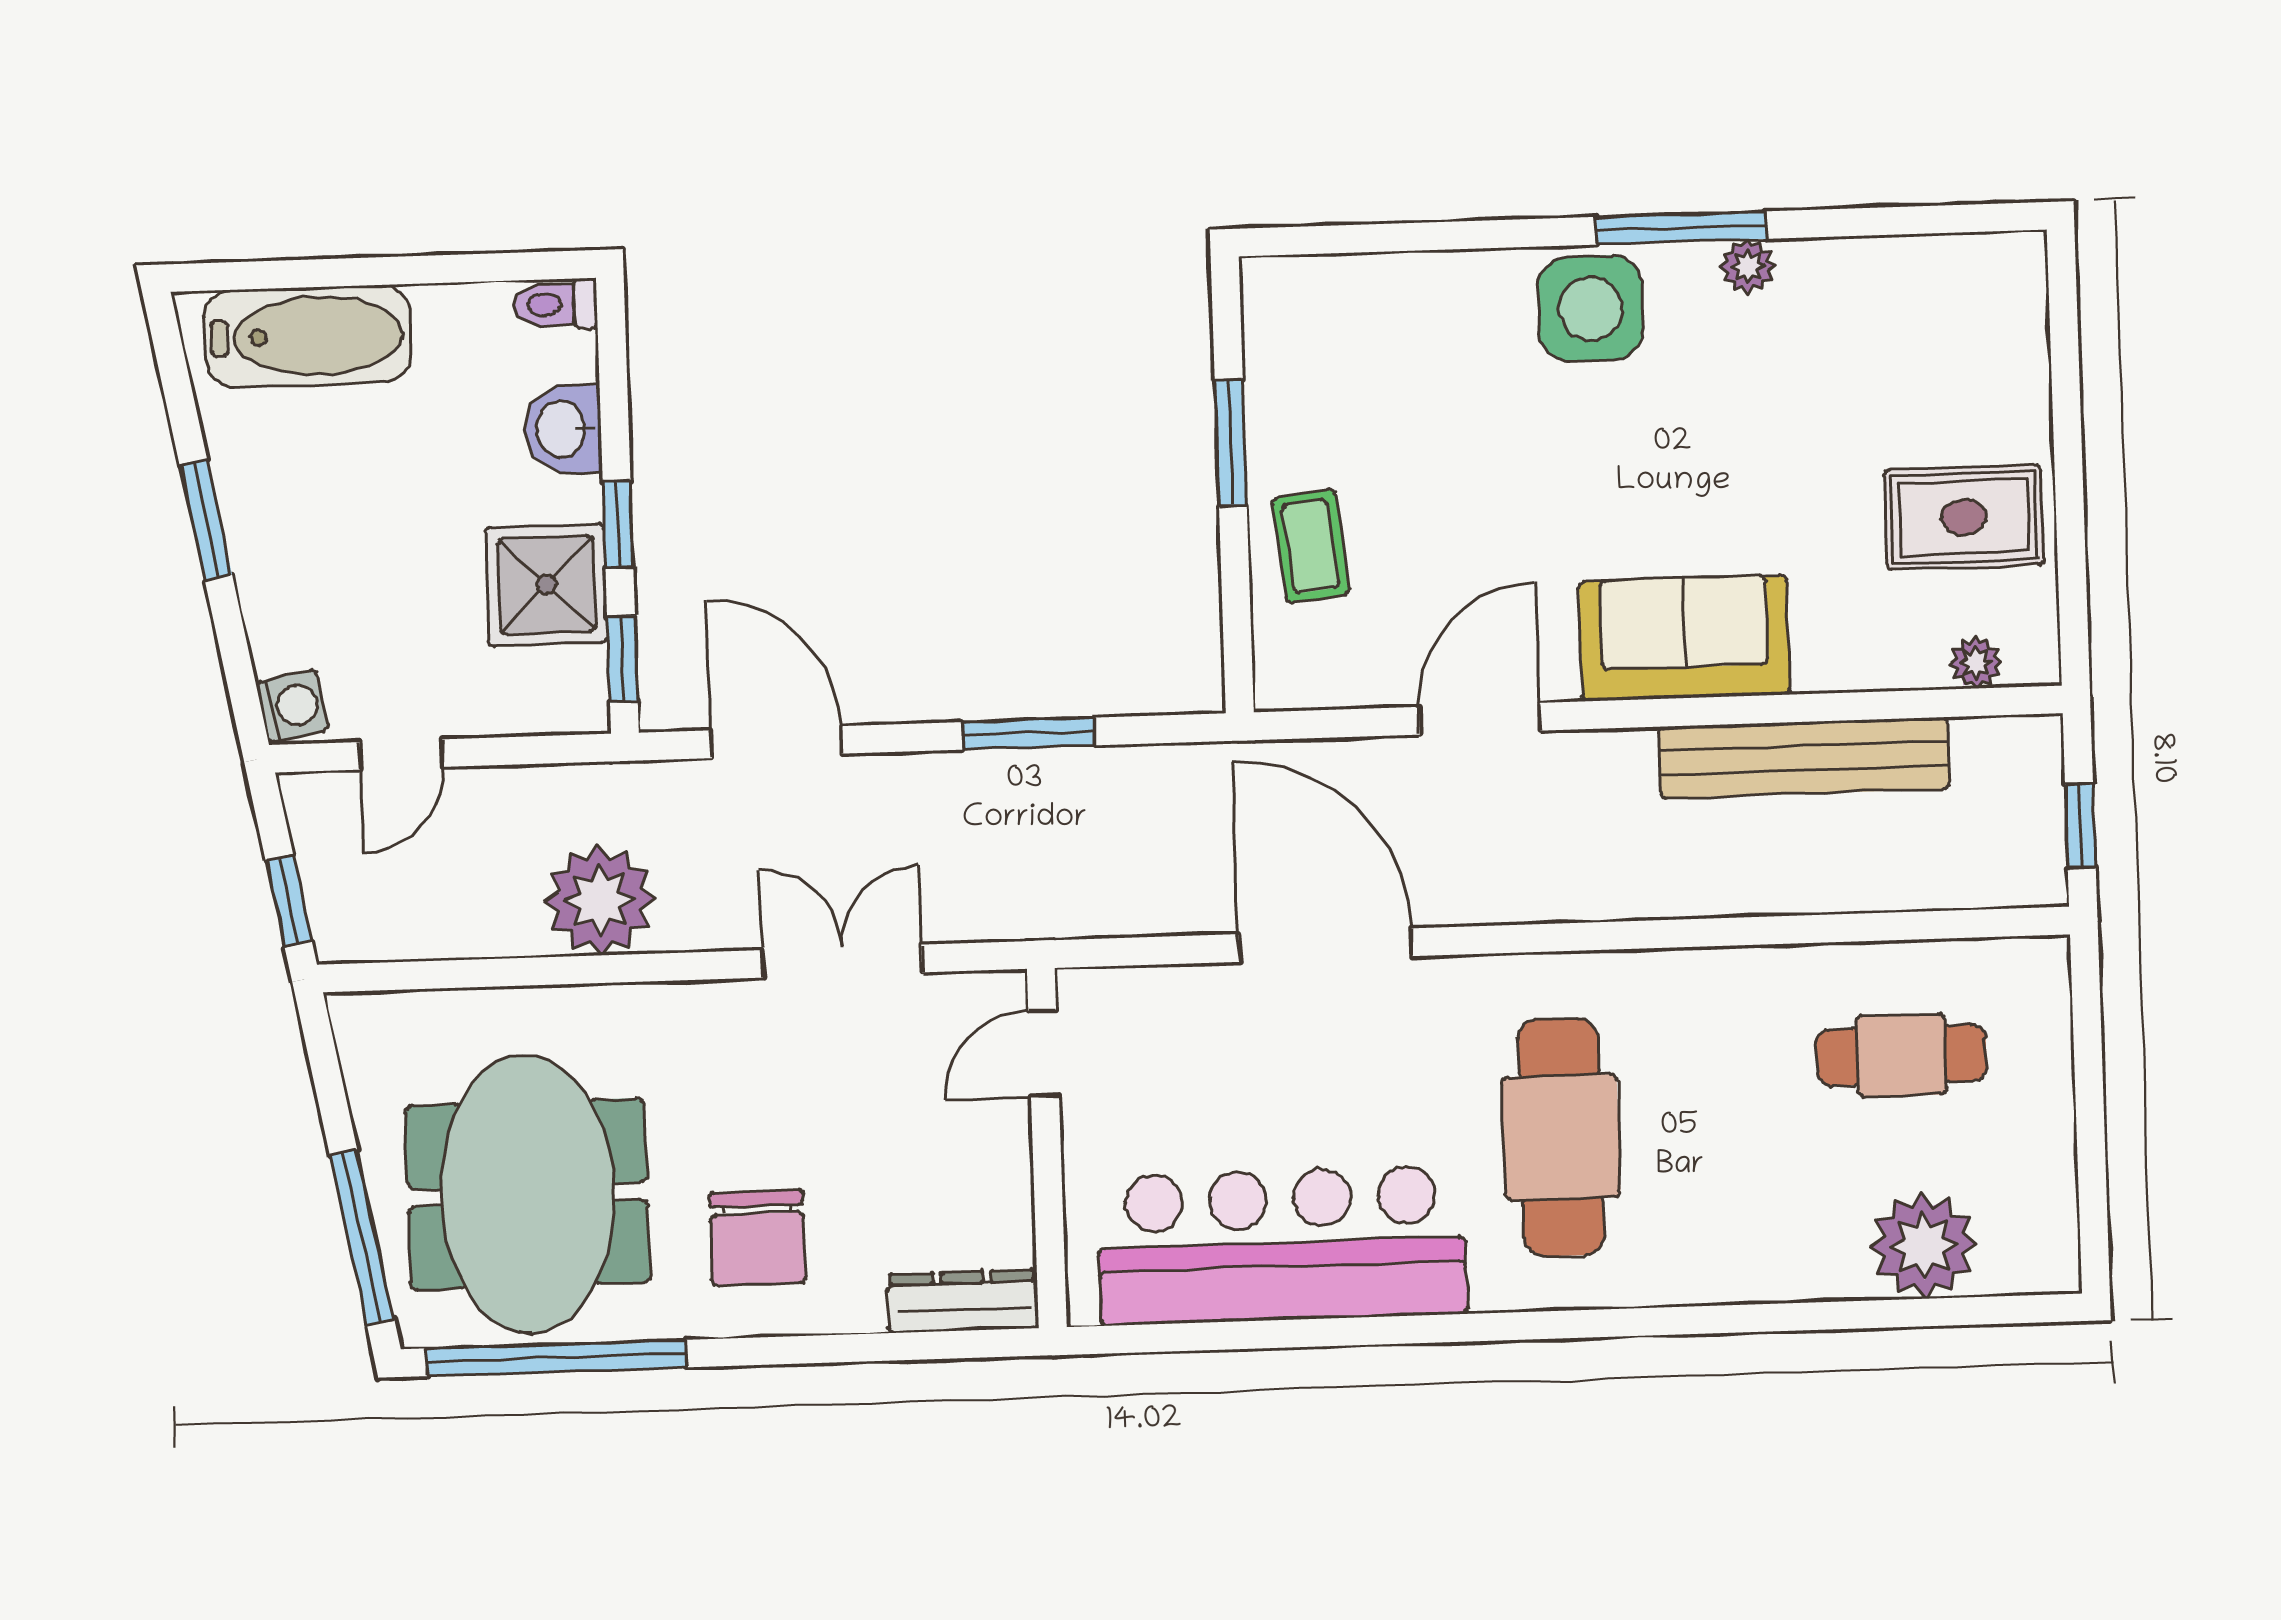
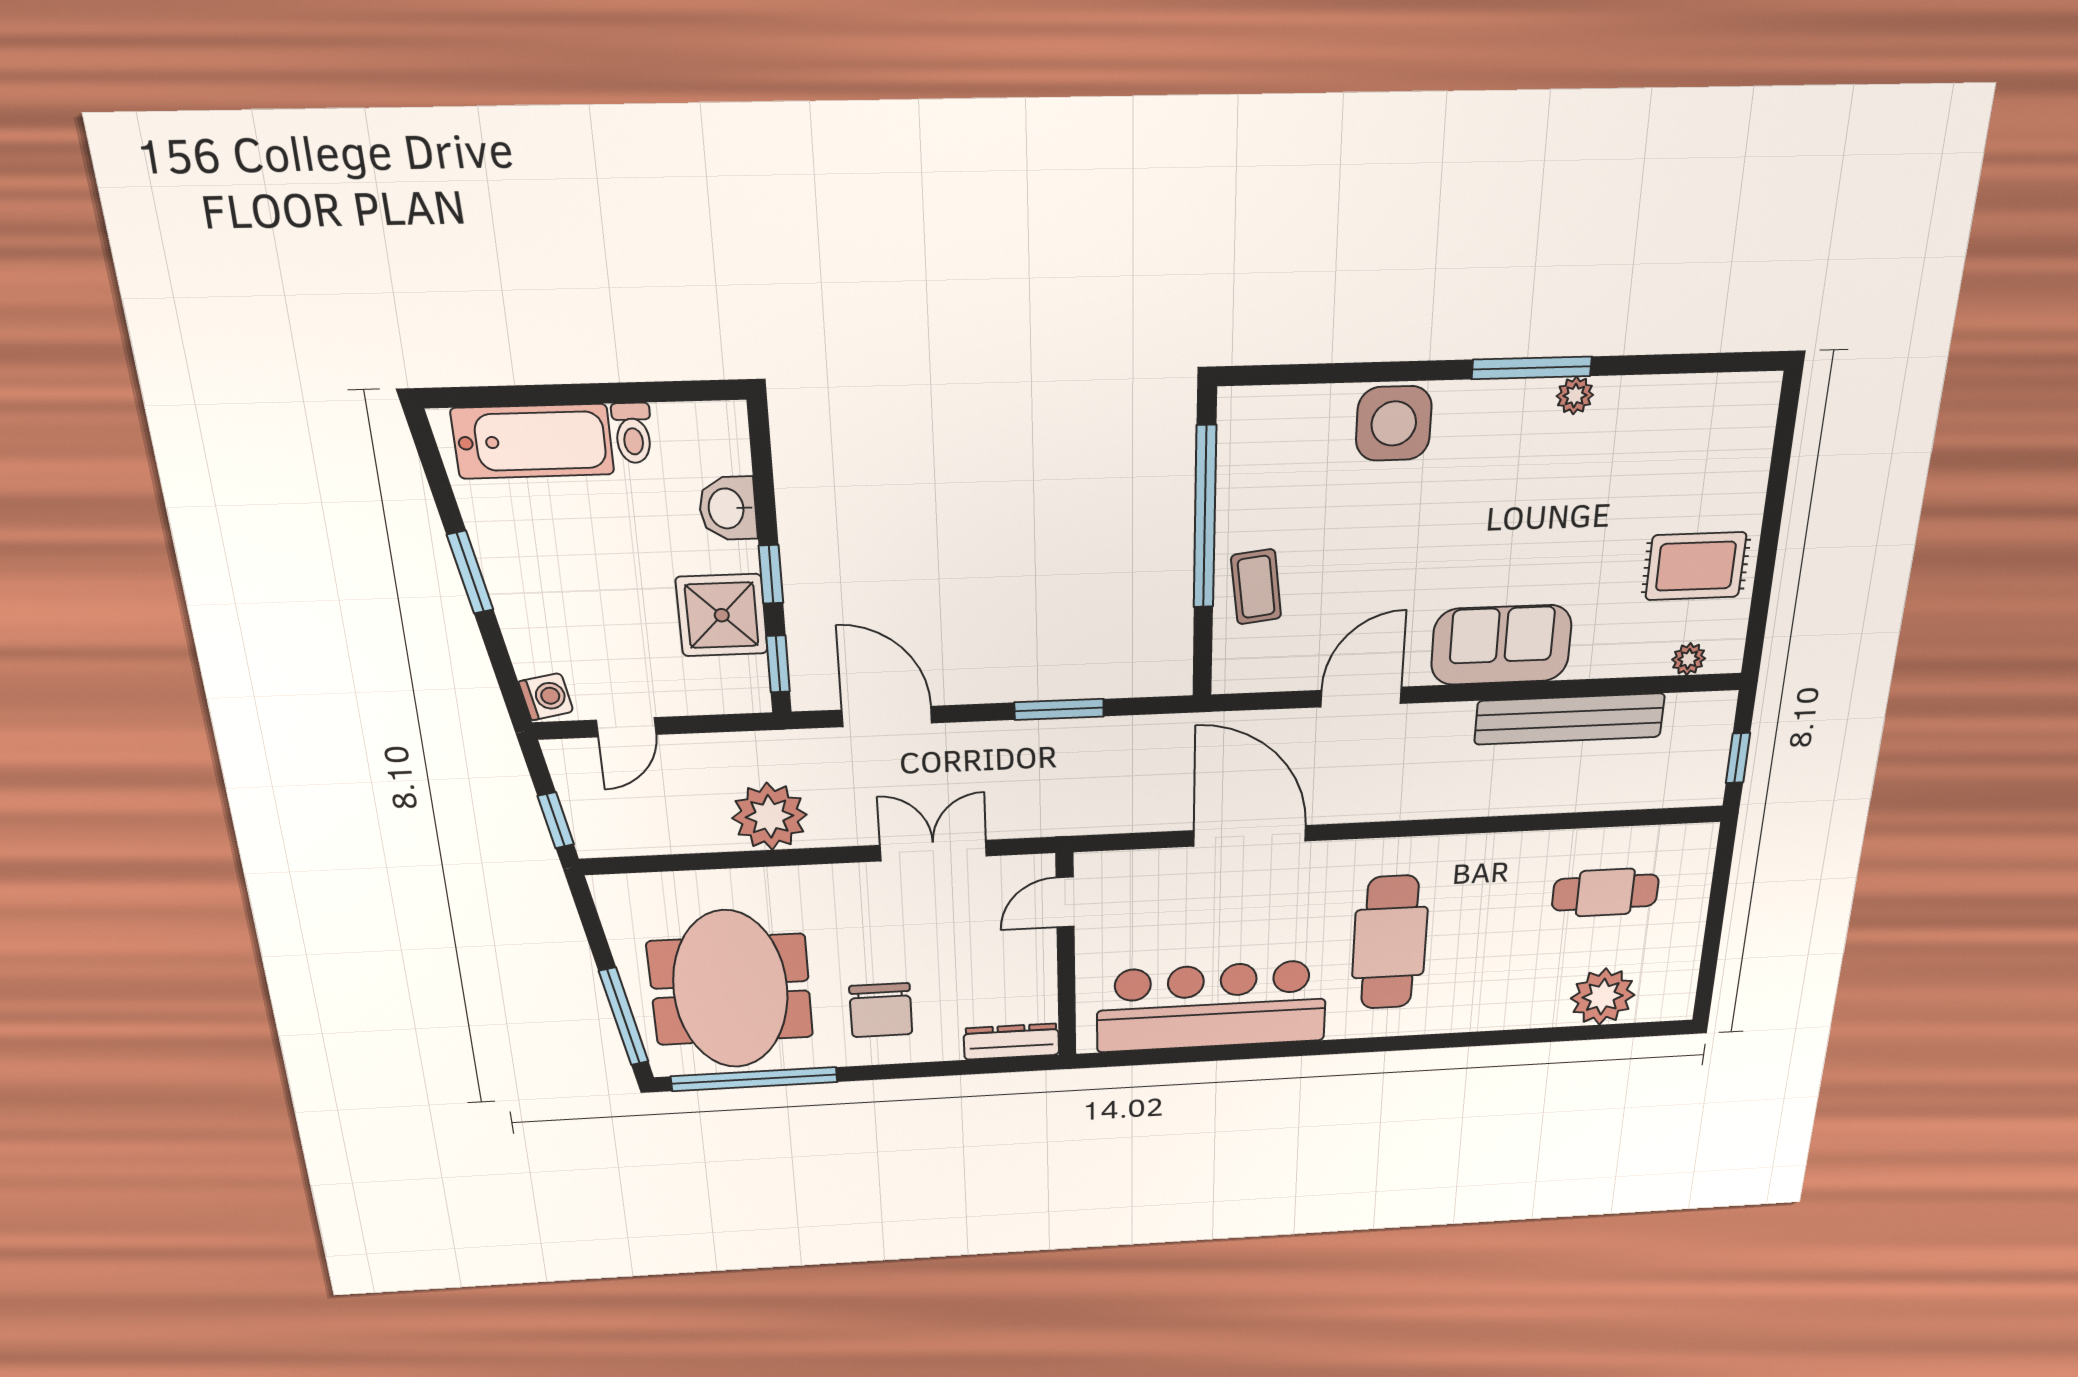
toilet: (556, 304) -> (633, 433), moved, turned -90
side table: (1590, 308) -> (1394, 423), moved
window: (1231, 443) -> (1205, 517), width x2.11

